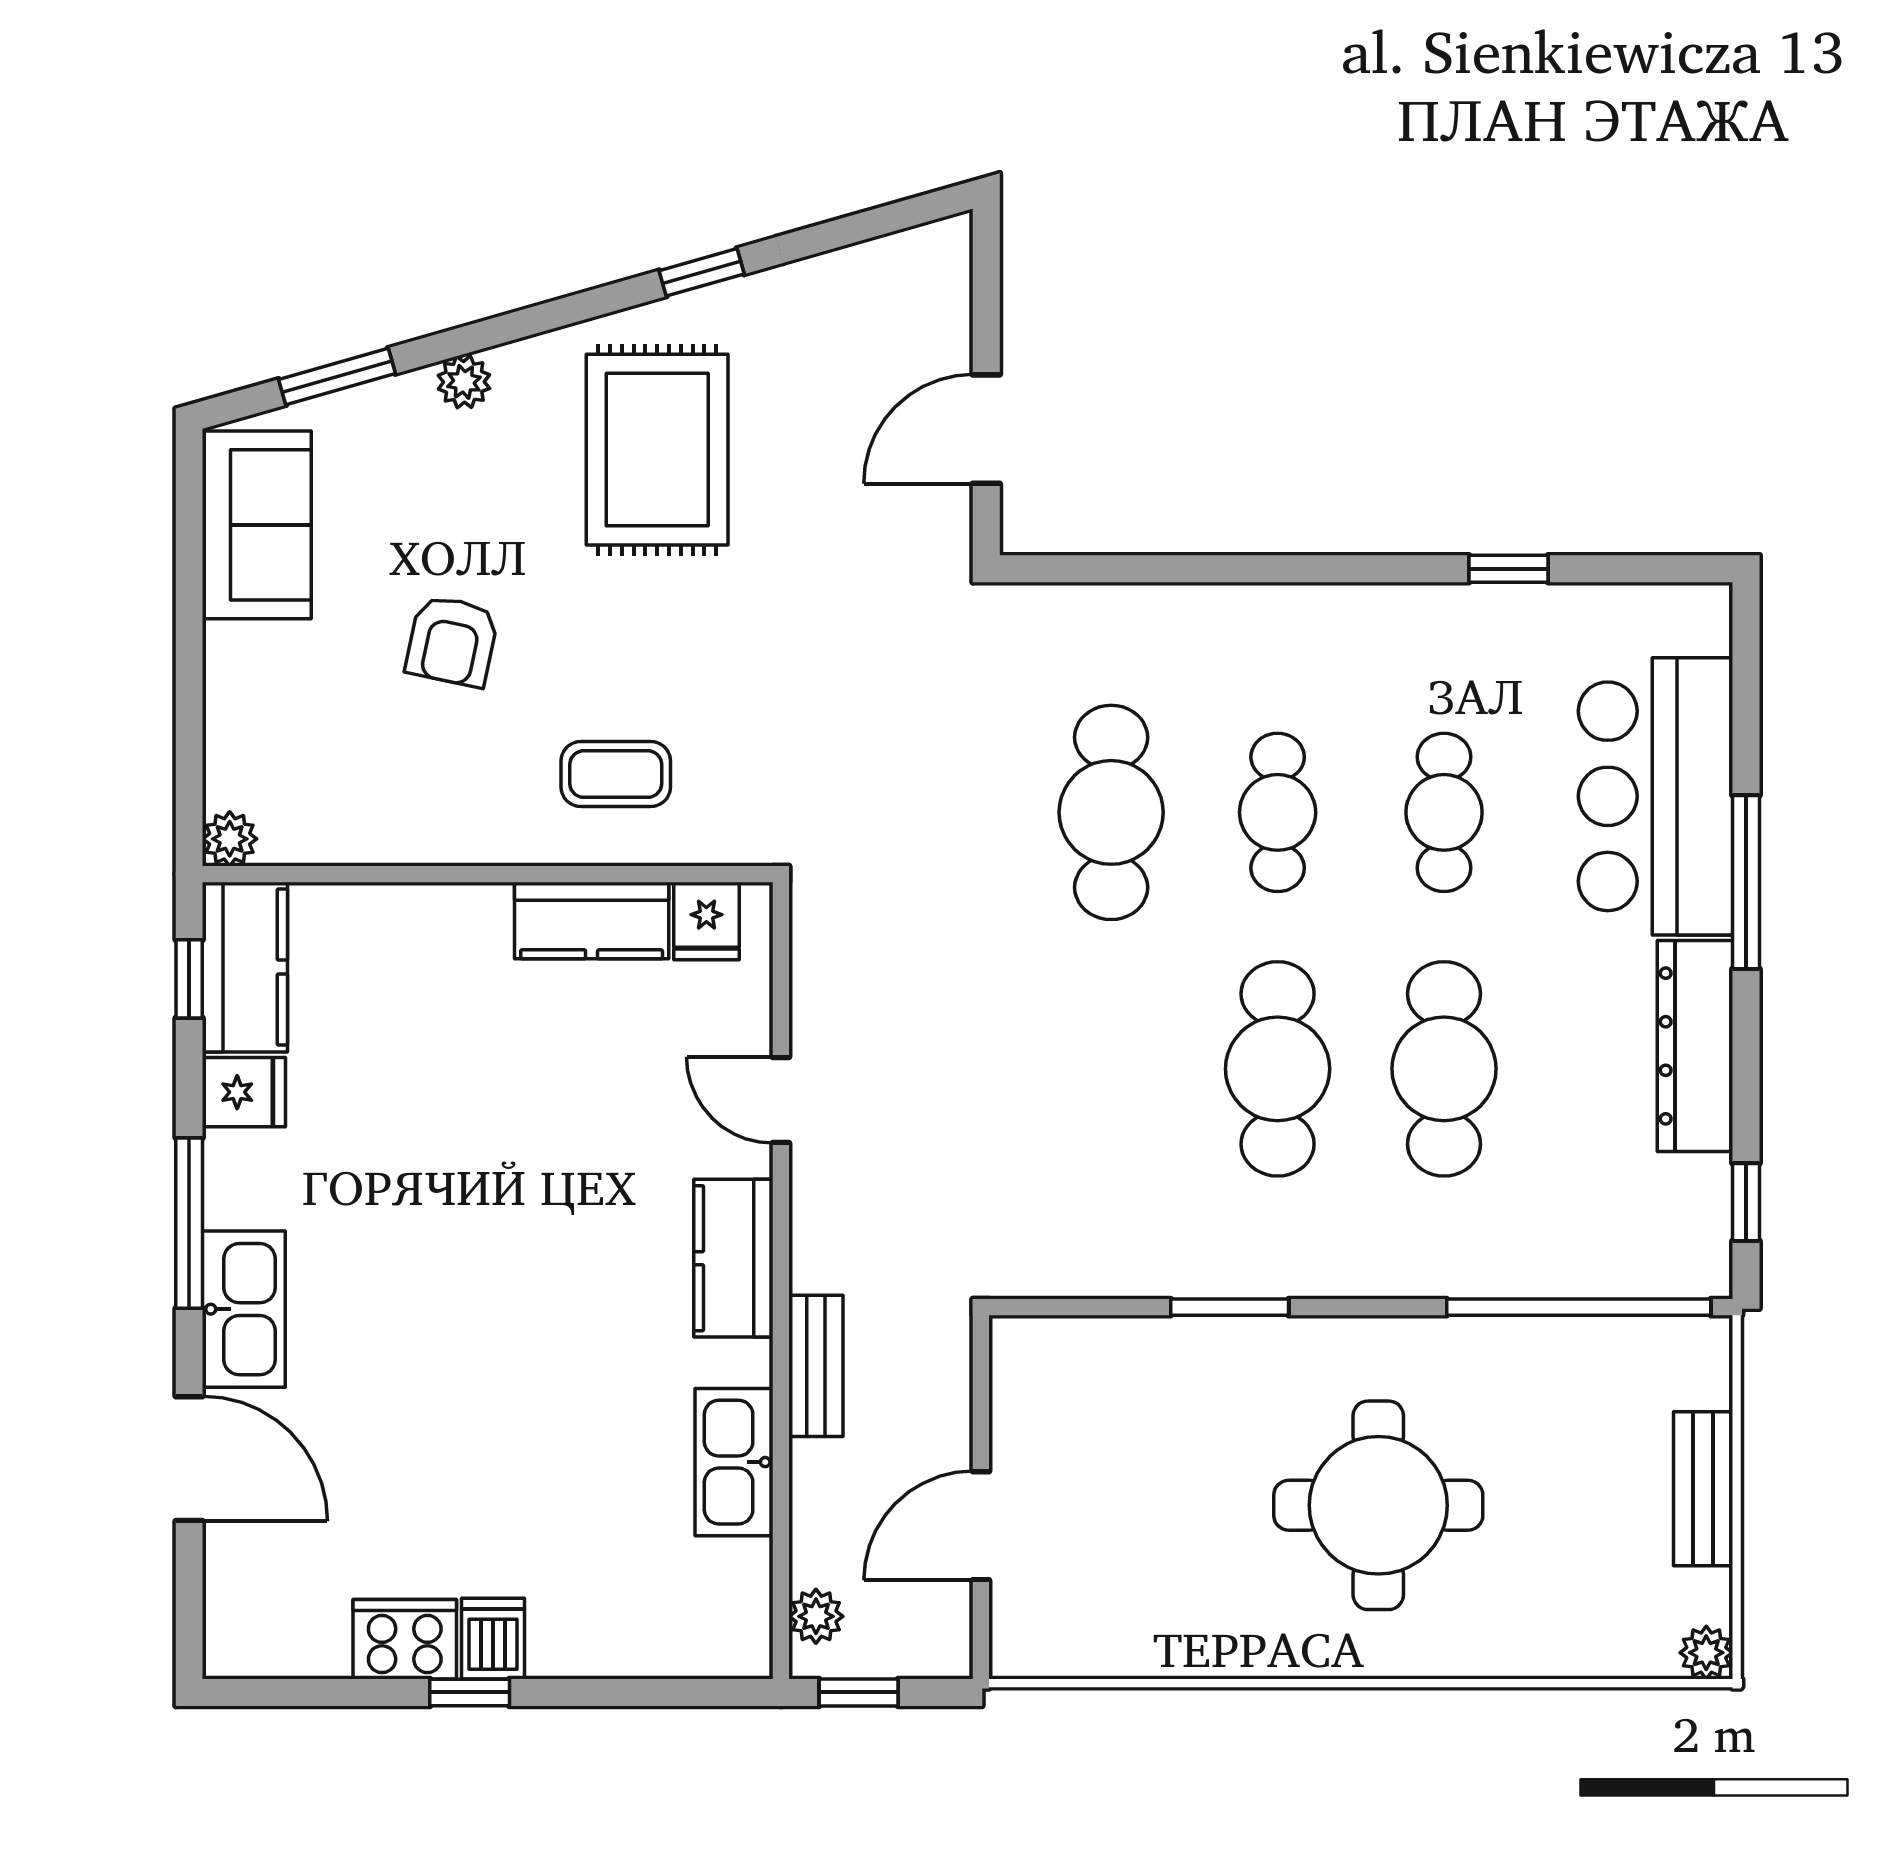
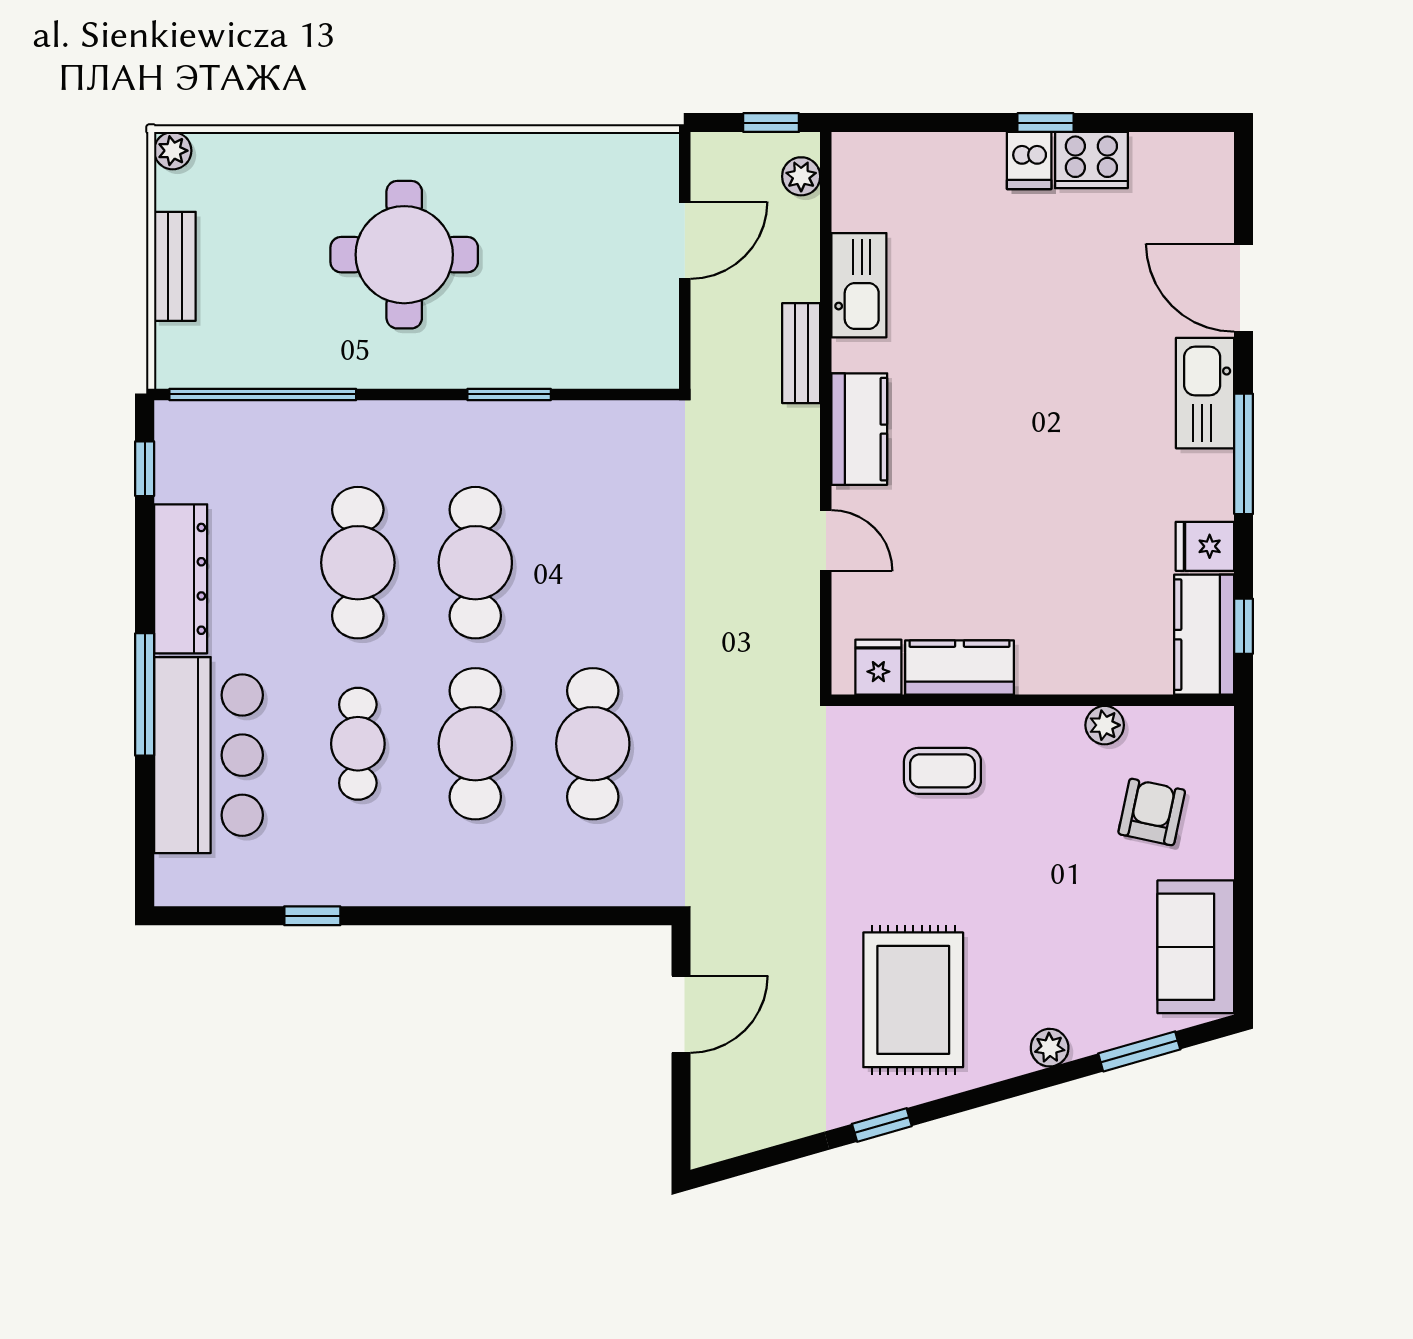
armchair: (452, 641) -> (1152, 812), moved
cafe table: (1278, 812) -> (475, 744), width x1.37, depth x1.35
plant: (230, 839) -> (1105, 725), moved

